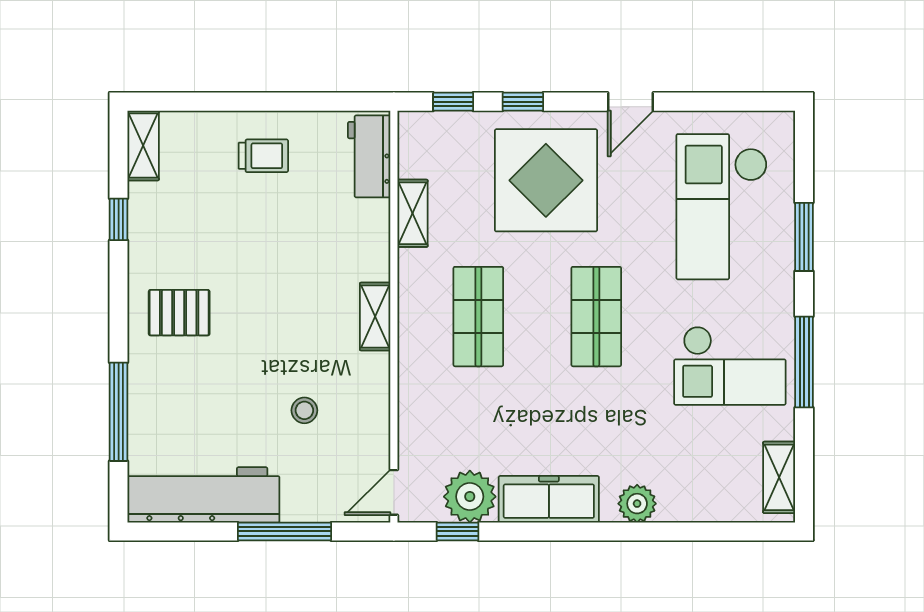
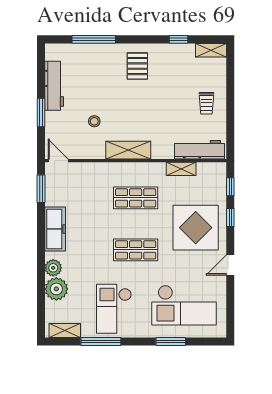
door: (630, 102) -> (230, 265), hinge flipped
workbench: (369, 156) -> (199, 150), width x1.37
checkout: (722, 207) -> (184, 305), turned 180
shelving: (375, 317) -> (128, 150), width x1.50, depth x1.33
window: (804, 362) -> (101, 341), moved
workbench: (204, 495) -> (54, 86), width x0.73, depth x0.76
plant: (470, 497) -> (56, 289), moved
window: (285, 531) -> (41, 113), width x0.69
window: (458, 531) -> (41, 189), width x1.50

